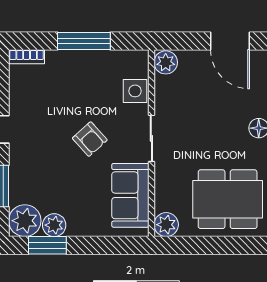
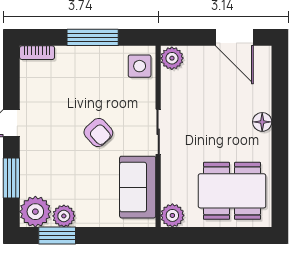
side table: (135, 91) -> (140, 66), moved

